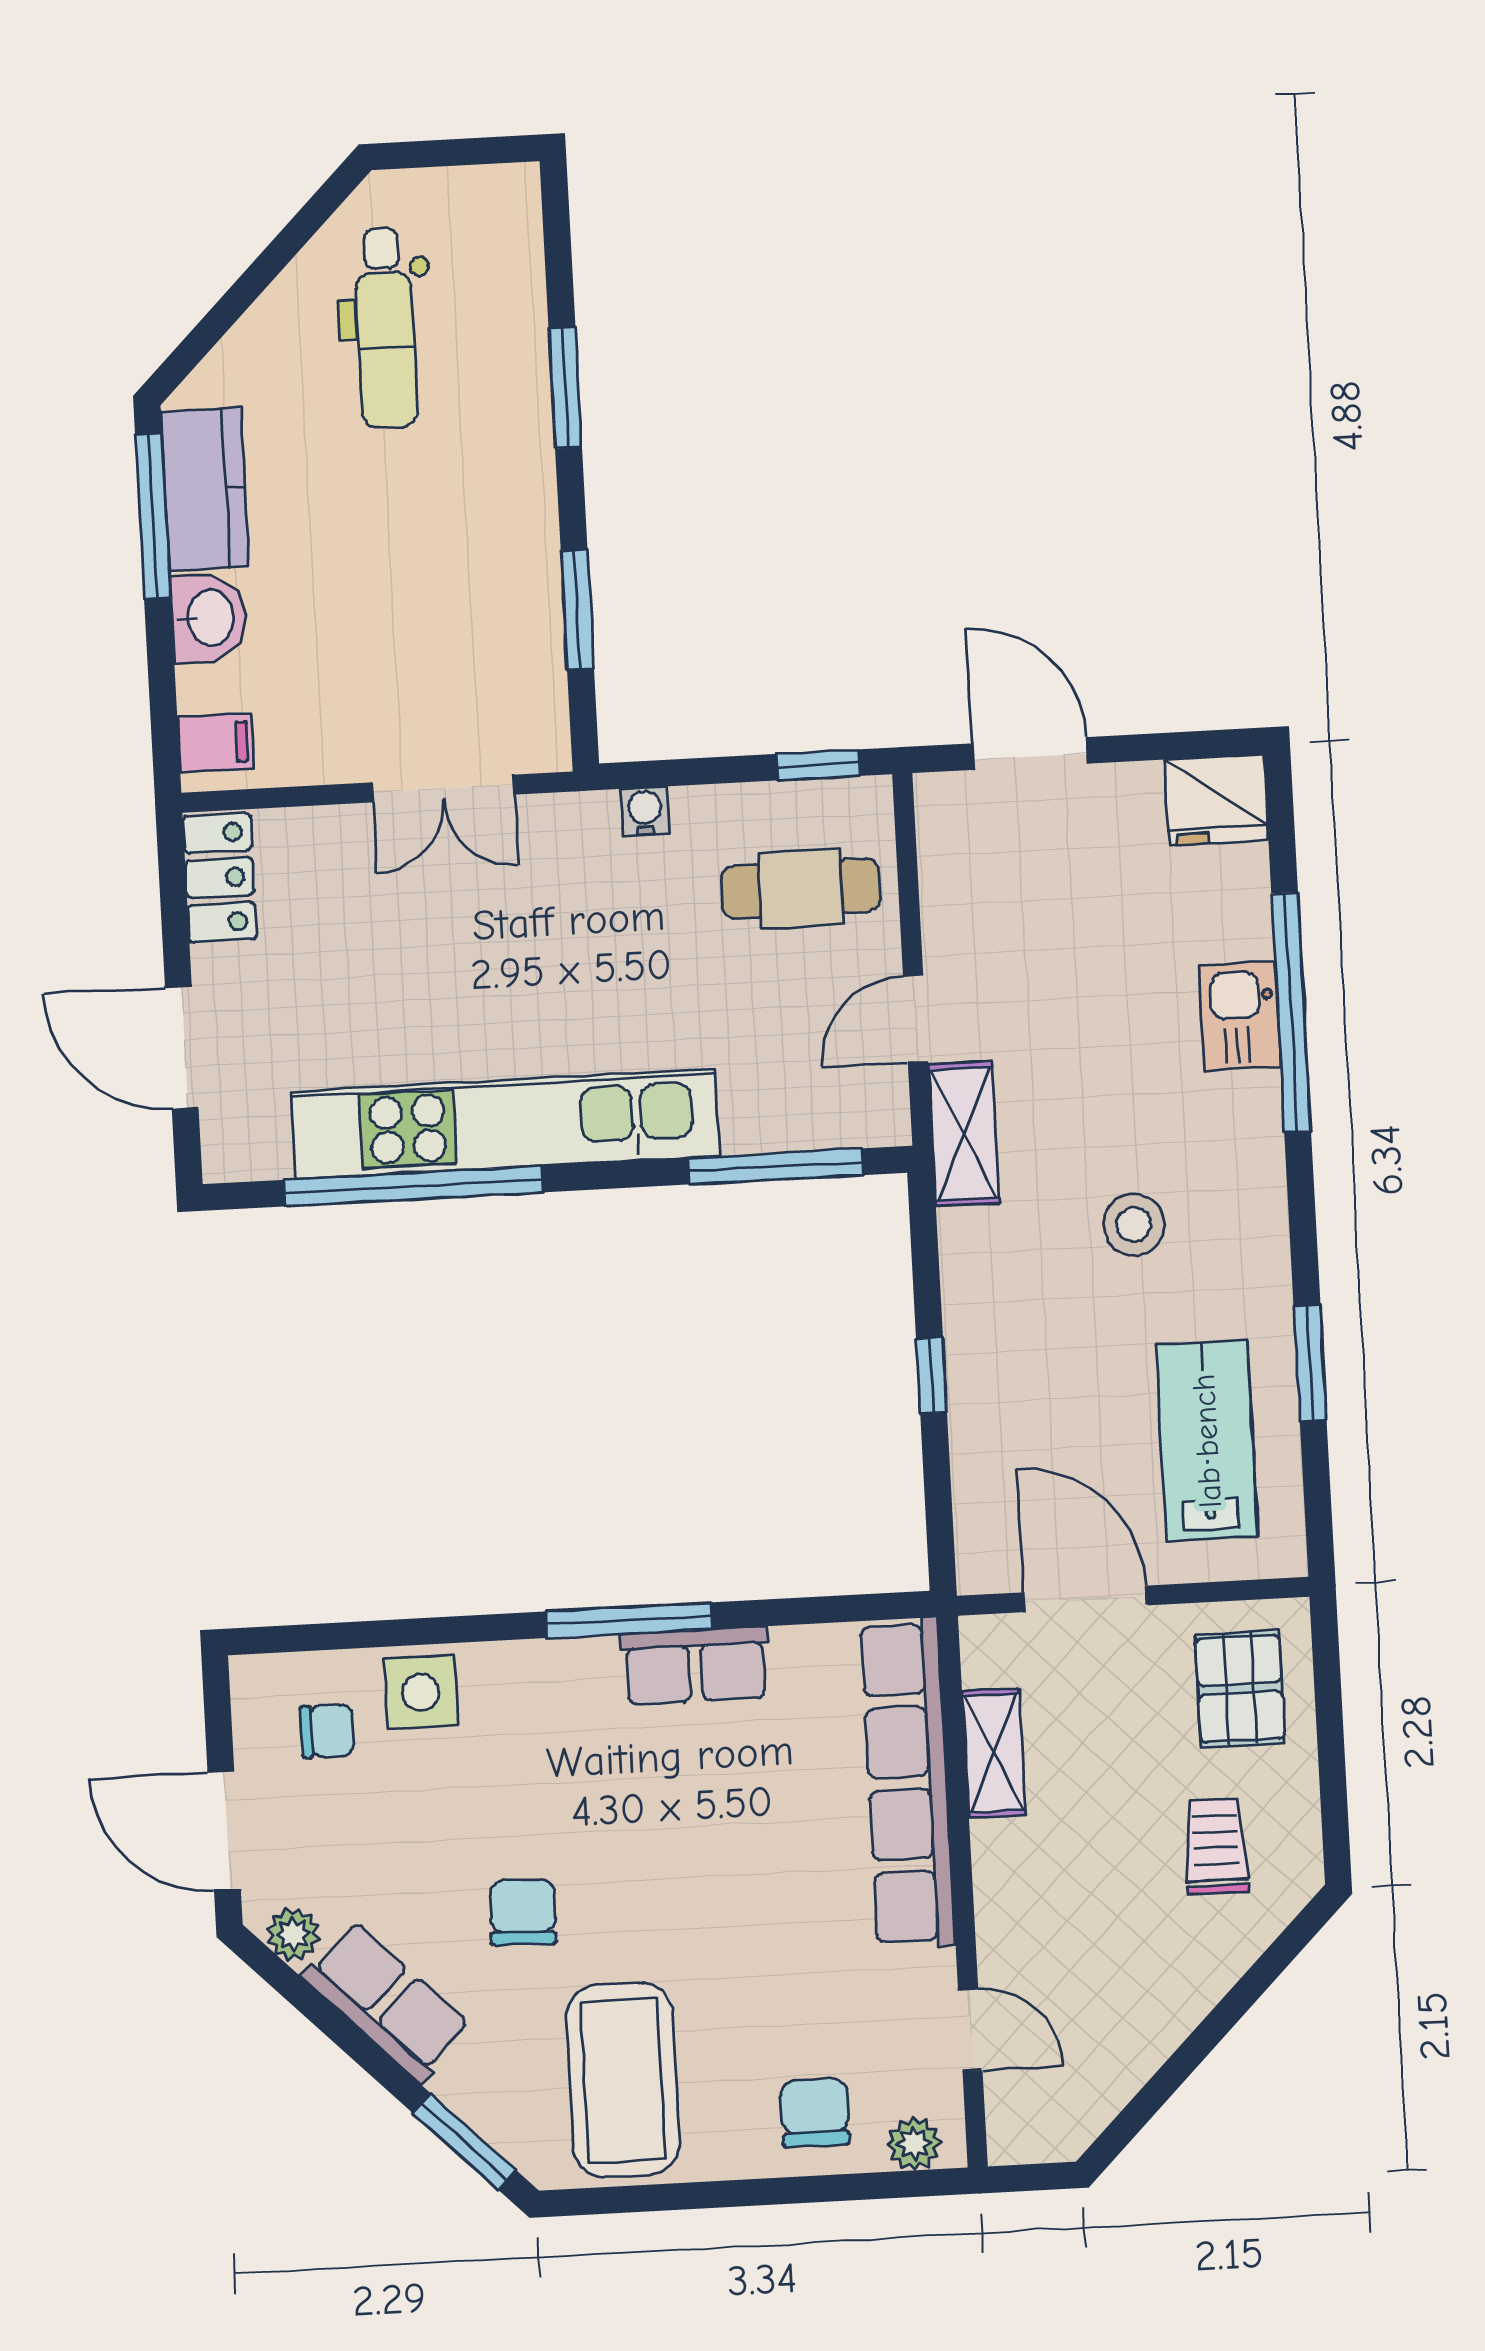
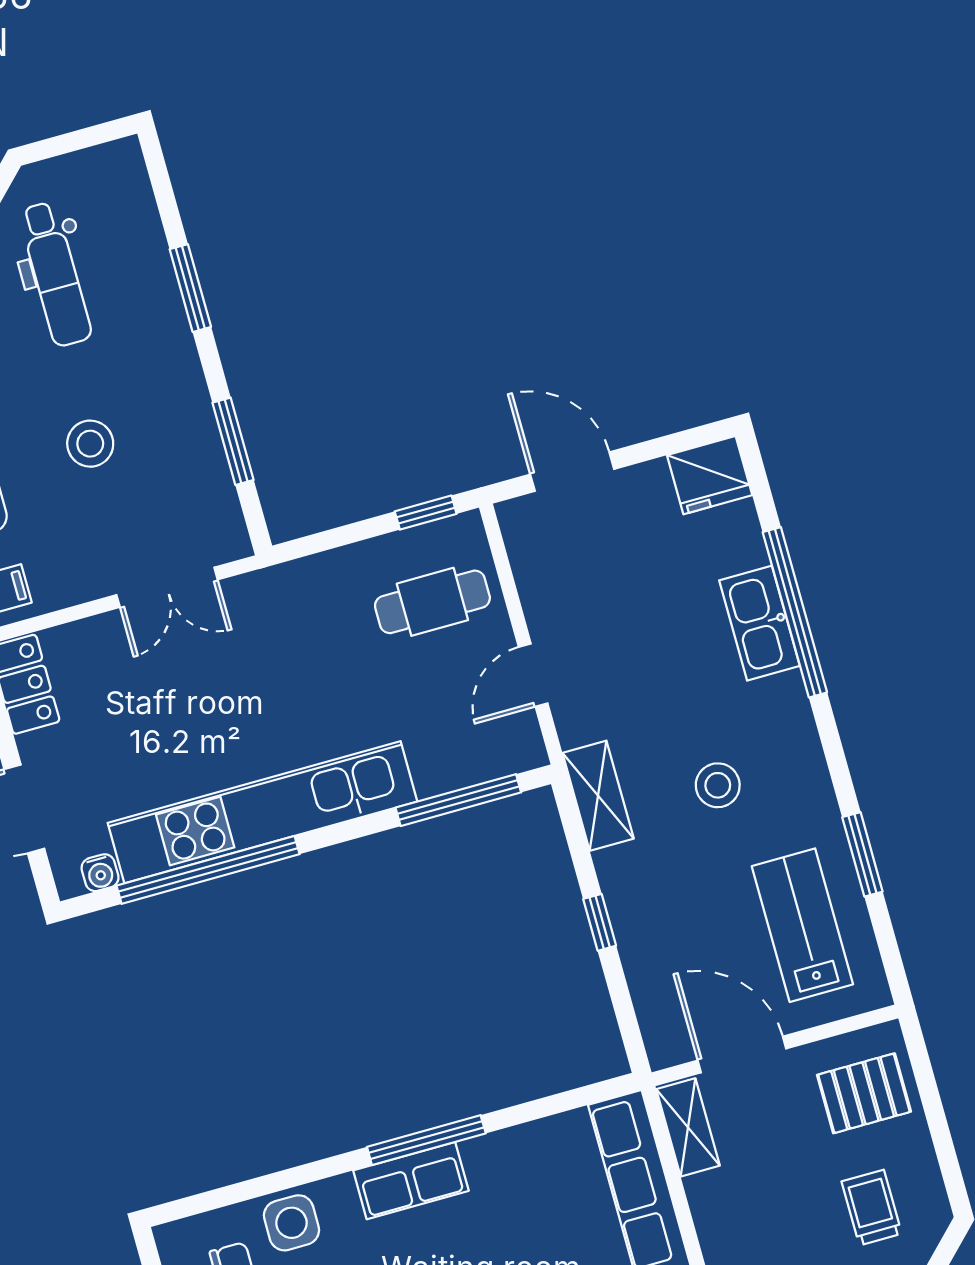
stool: (382, 570) -> (90, 444), added
water cooler: (645, 811) -> (100, 873), moved, turned 180
kitchen sink: (1240, 1016) -> (759, 623), width x1.38
shelving: (964, 1134) -> (598, 796), moved
row of seats: (695, 1665) -> (411, 1181), moved
pallet: (1240, 1689) -> (864, 1093), turned 90
shelving: (994, 1753) -> (688, 1127), moved

